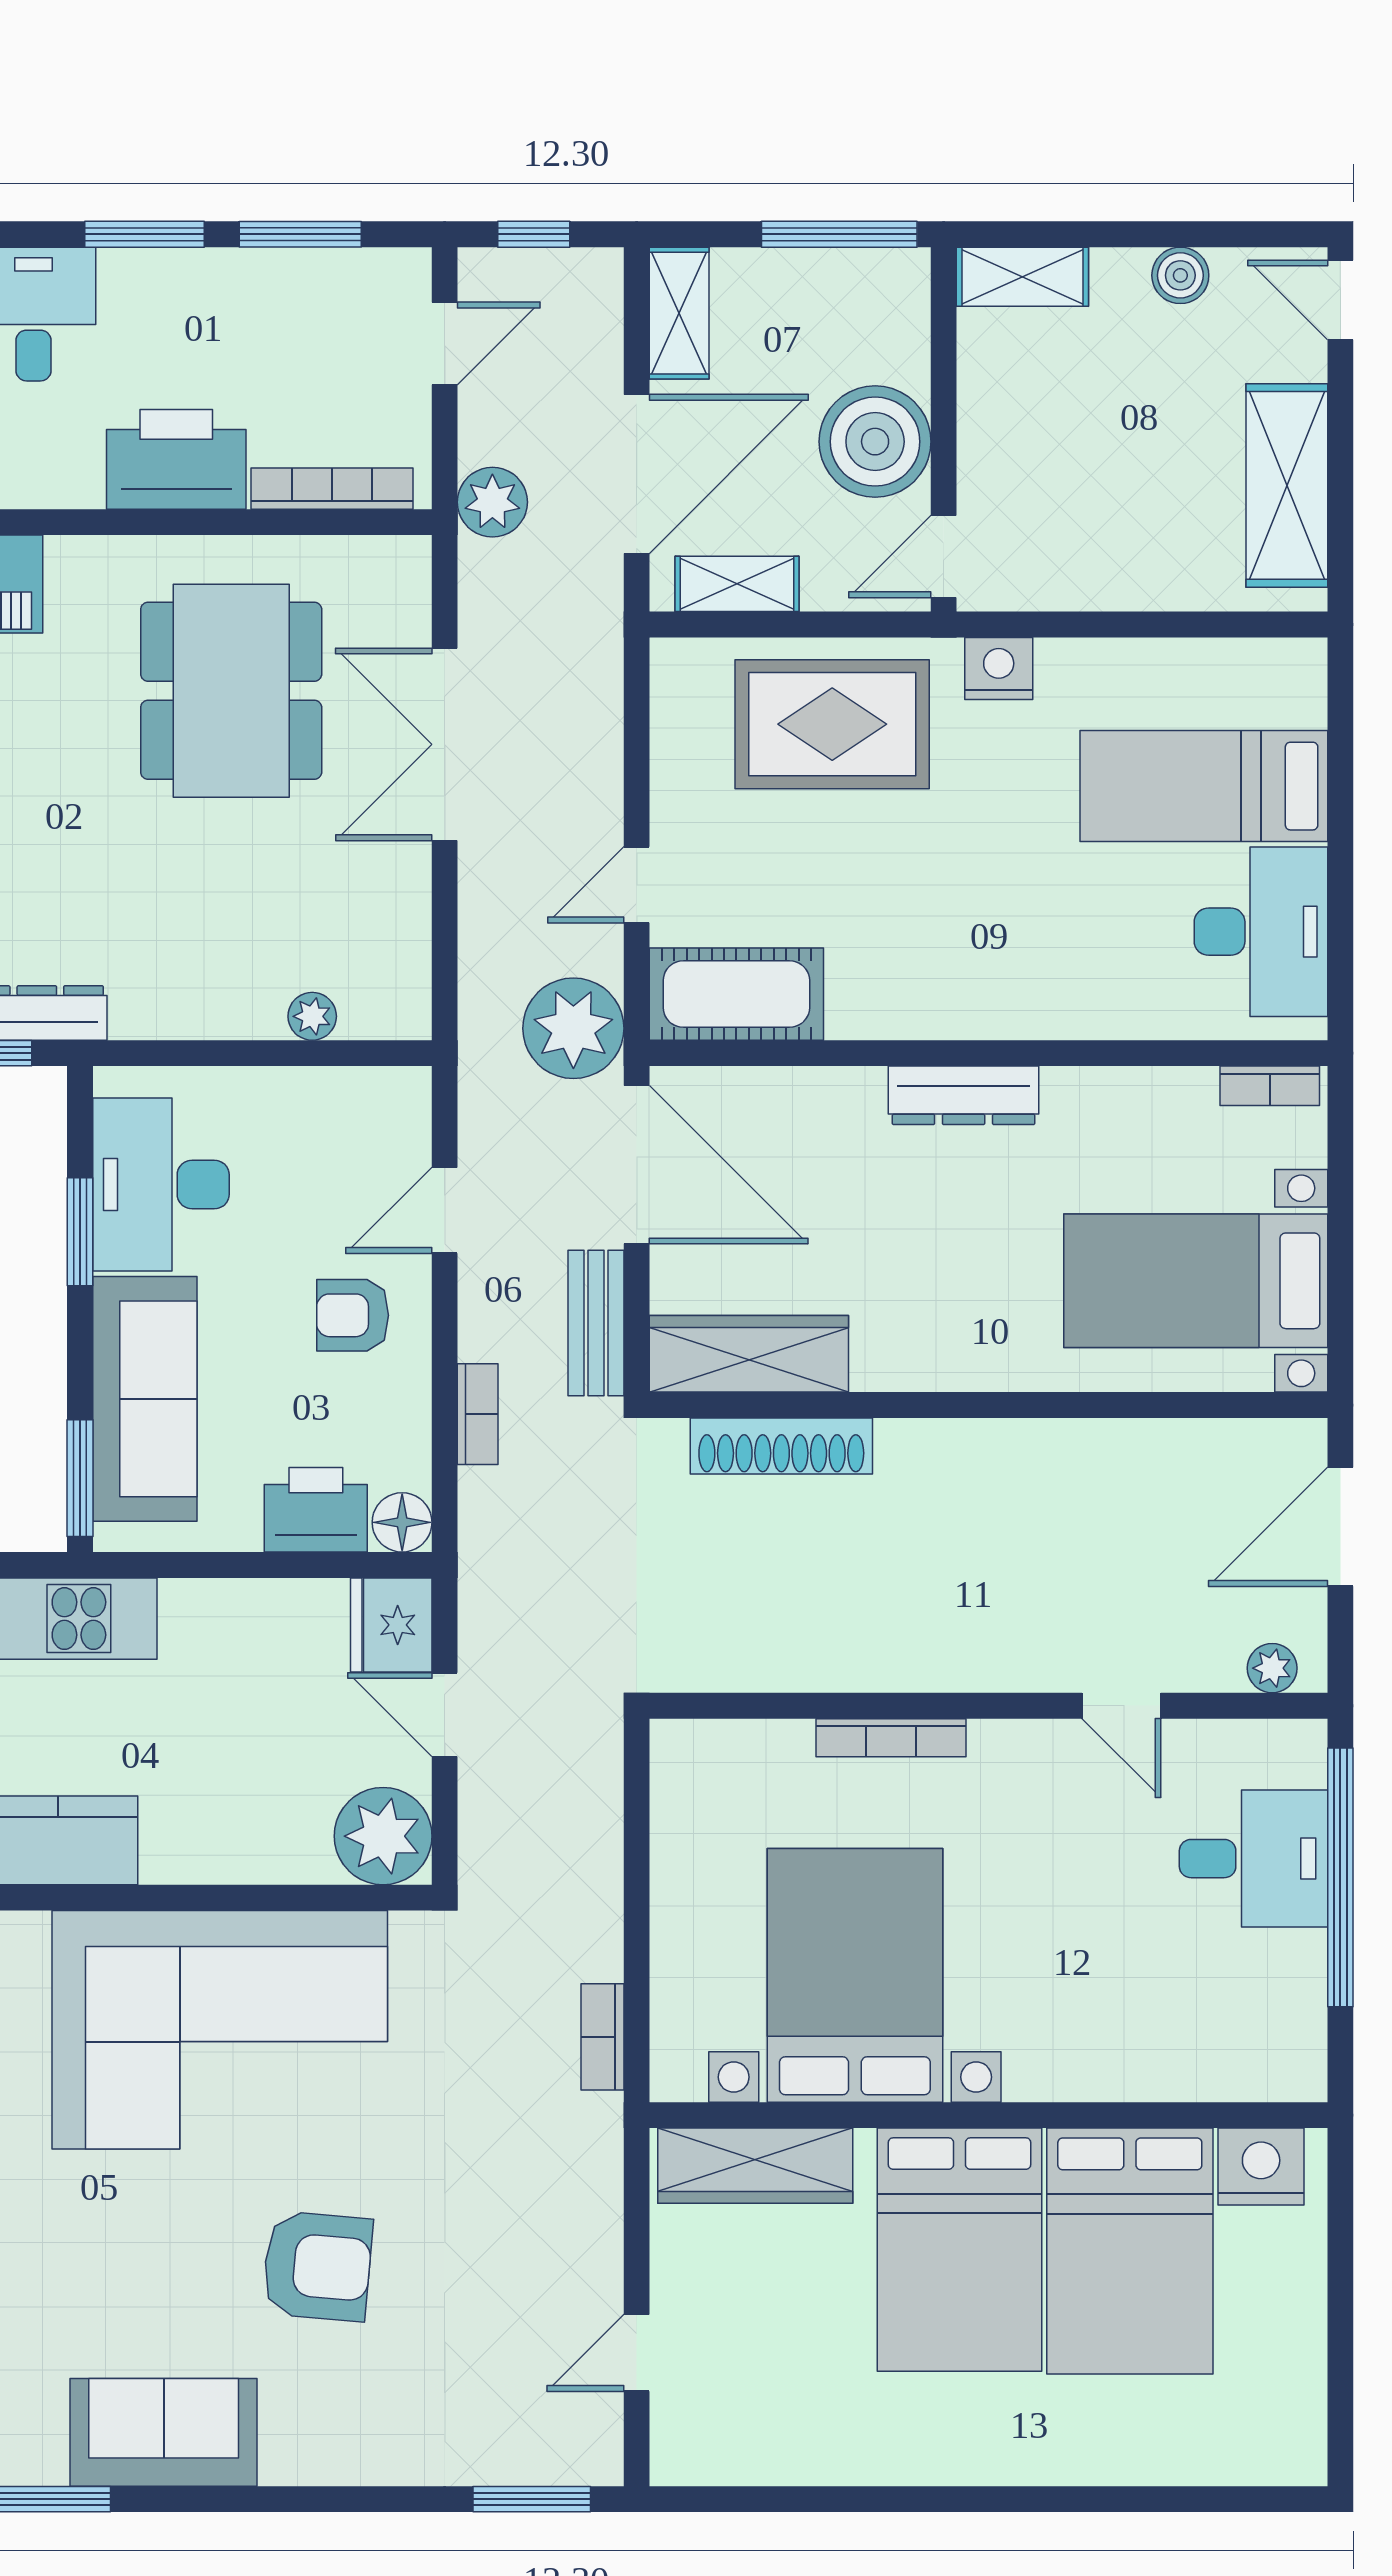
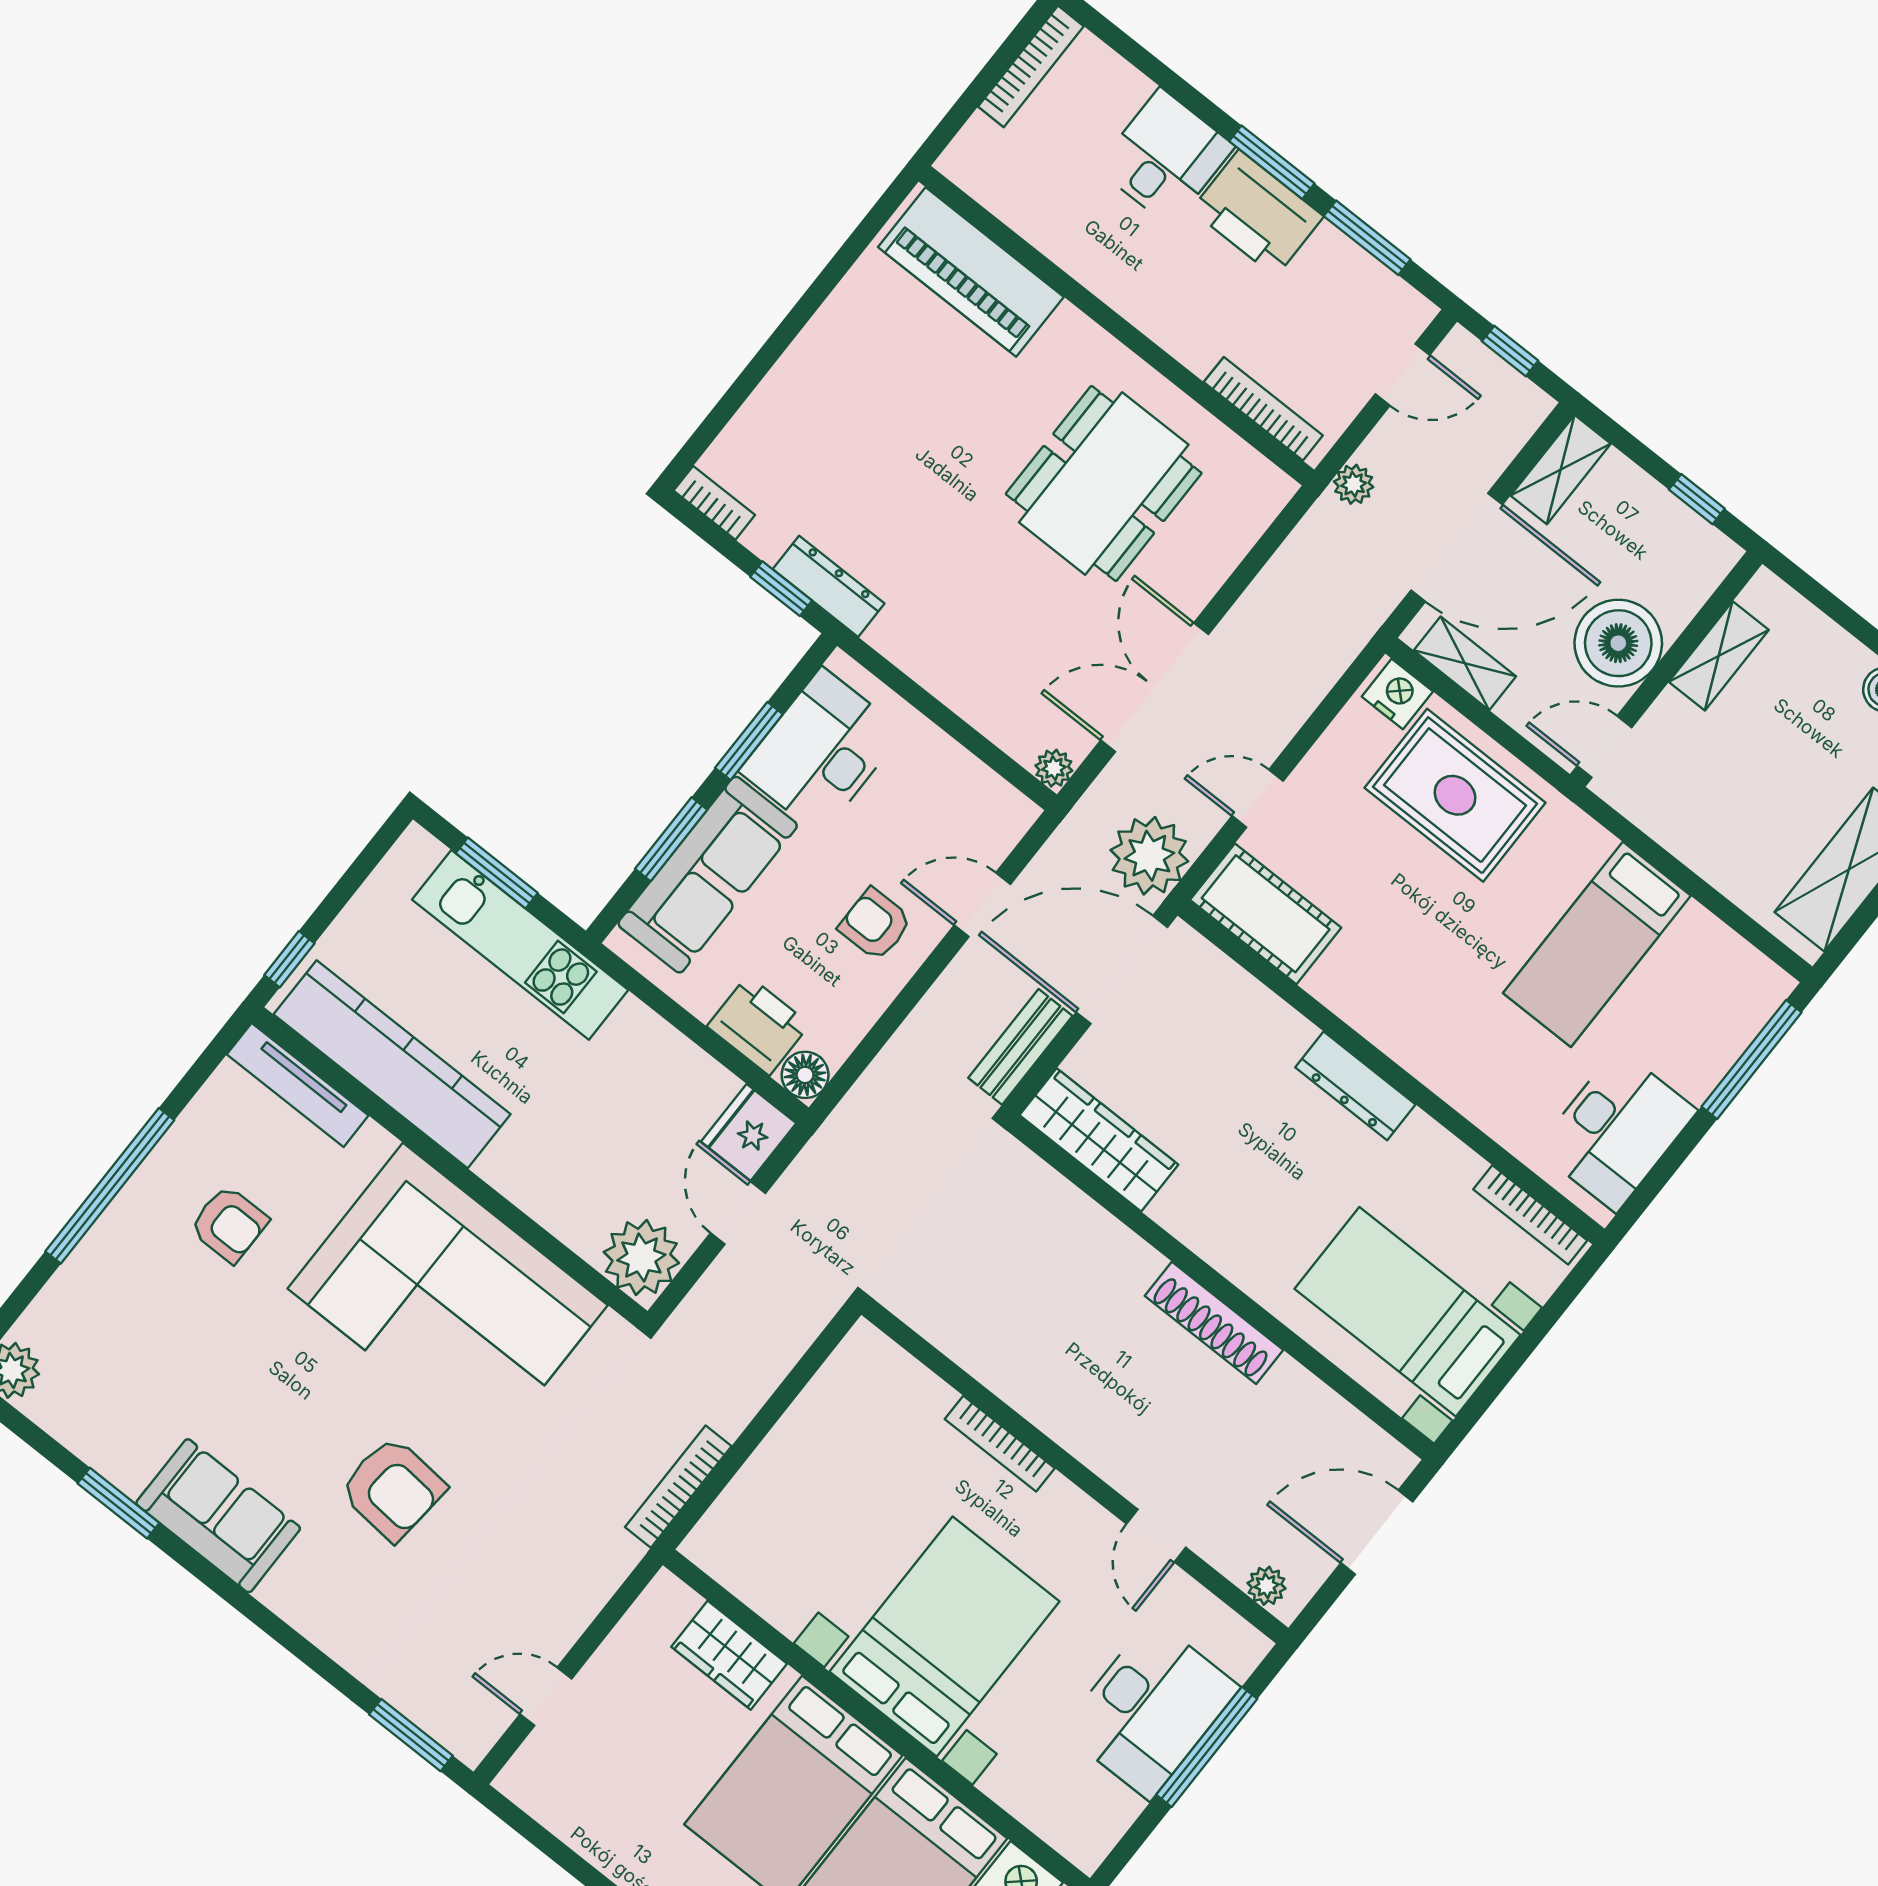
window: (839, 234) -> (1697, 499), width x0.46
shelving: (1022, 277) -> (1719, 656), moved, turned 90
printer: (176, 459) -> (1257, 213), moved, turned 180
plant: (492, 502) -> (1354, 484), width x0.73, depth x0.73
nightstand: (999, 668) -> (1397, 694), moved
double door: (445, 744) -> (1155, 687), moved
window: (1340, 753) -> (1752, 1059), added
bed: (1204, 786) -> (1597, 944), moved, turned -90
plant: (312, 1016) -> (1054, 768), moved
bookcase: (1270, 1086) -> (1530, 1215), width x1.56
door: (637, 1165) -> (1122, 970), swing flipped
bookcase: (478, 1414) -> (904, 1045), removed
shoe rack: (781, 1446) -> (1214, 1323), moved
window: (80, 1478) -> (671, 839), moved
desk: (1254, 1859) -> (1150, 1709), width x1.37
window: (1340, 1877) -> (1207, 1747), width x0.68
bed with nightstands: (855, 1975) -> (945, 1637), moved
bookcase: (602, 2037) -> (678, 1487), width x1.56
wardrobe: (755, 2166) -> (729, 1655), width x0.67

